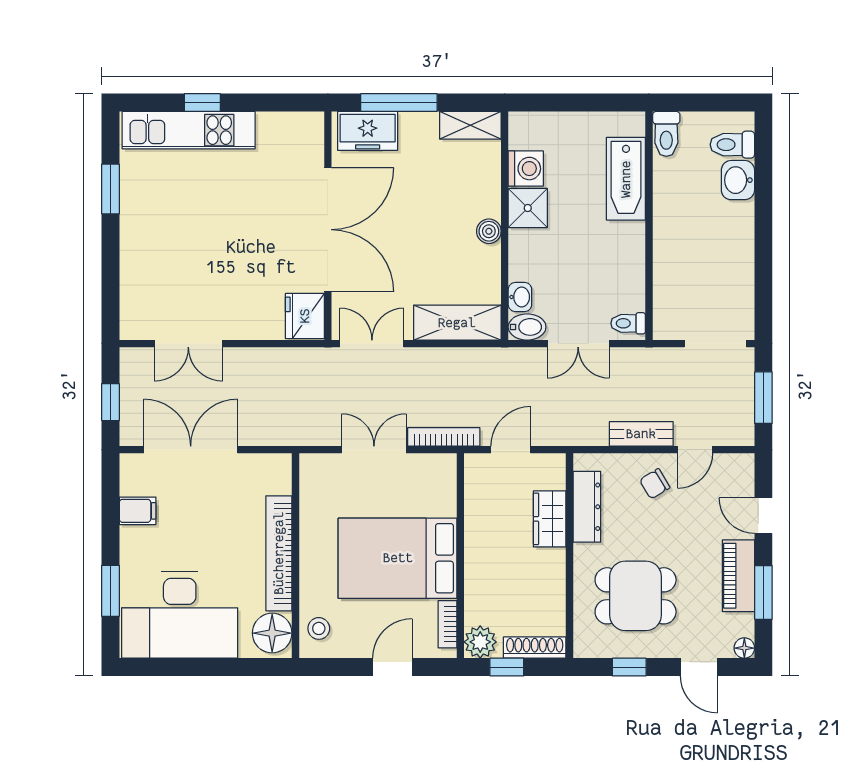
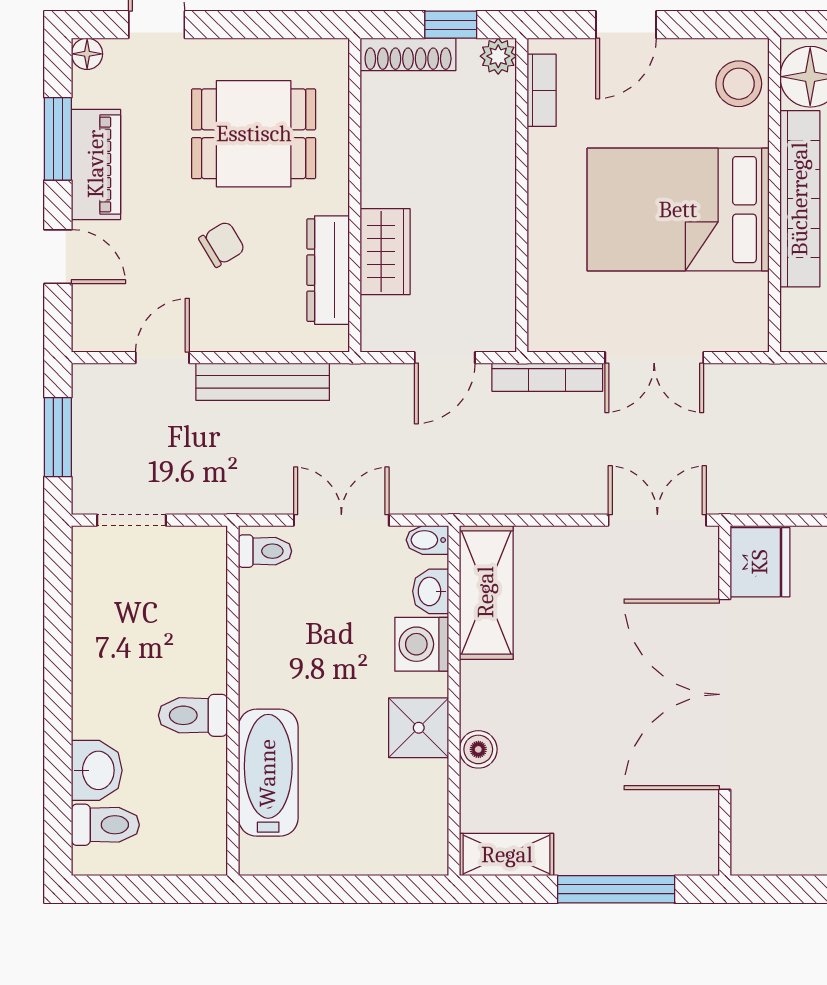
freezer: (368, 131) -> (664, 846), removed
toilet: (666, 134) -> (193, 715), moved, turned -90
washing machine: (526, 169) -> (422, 644), moved
boiler: (489, 231) -> (478, 749), moved
shelving: (457, 323) -> (486, 592), moved, turned 90
bidet: (527, 327) -> (427, 540), width x0.72, depth x0.74
double door: (372, 344) -> (657, 520), swing flipped
doorway: (715, 344) -> (132, 520), width x0.73
bench: (641, 434) -> (263, 382), width x1.36
chair: (655, 484) -> (222, 244), moved
bed: (398, 558) -> (678, 210), moved, turned 180
stool: (319, 628) -> (739, 84), width x1.37, depth x1.37
plant: (480, 642) -> (498, 56), width x0.73, depth x0.73
window: (629, 667) -> (263, 25), removed

